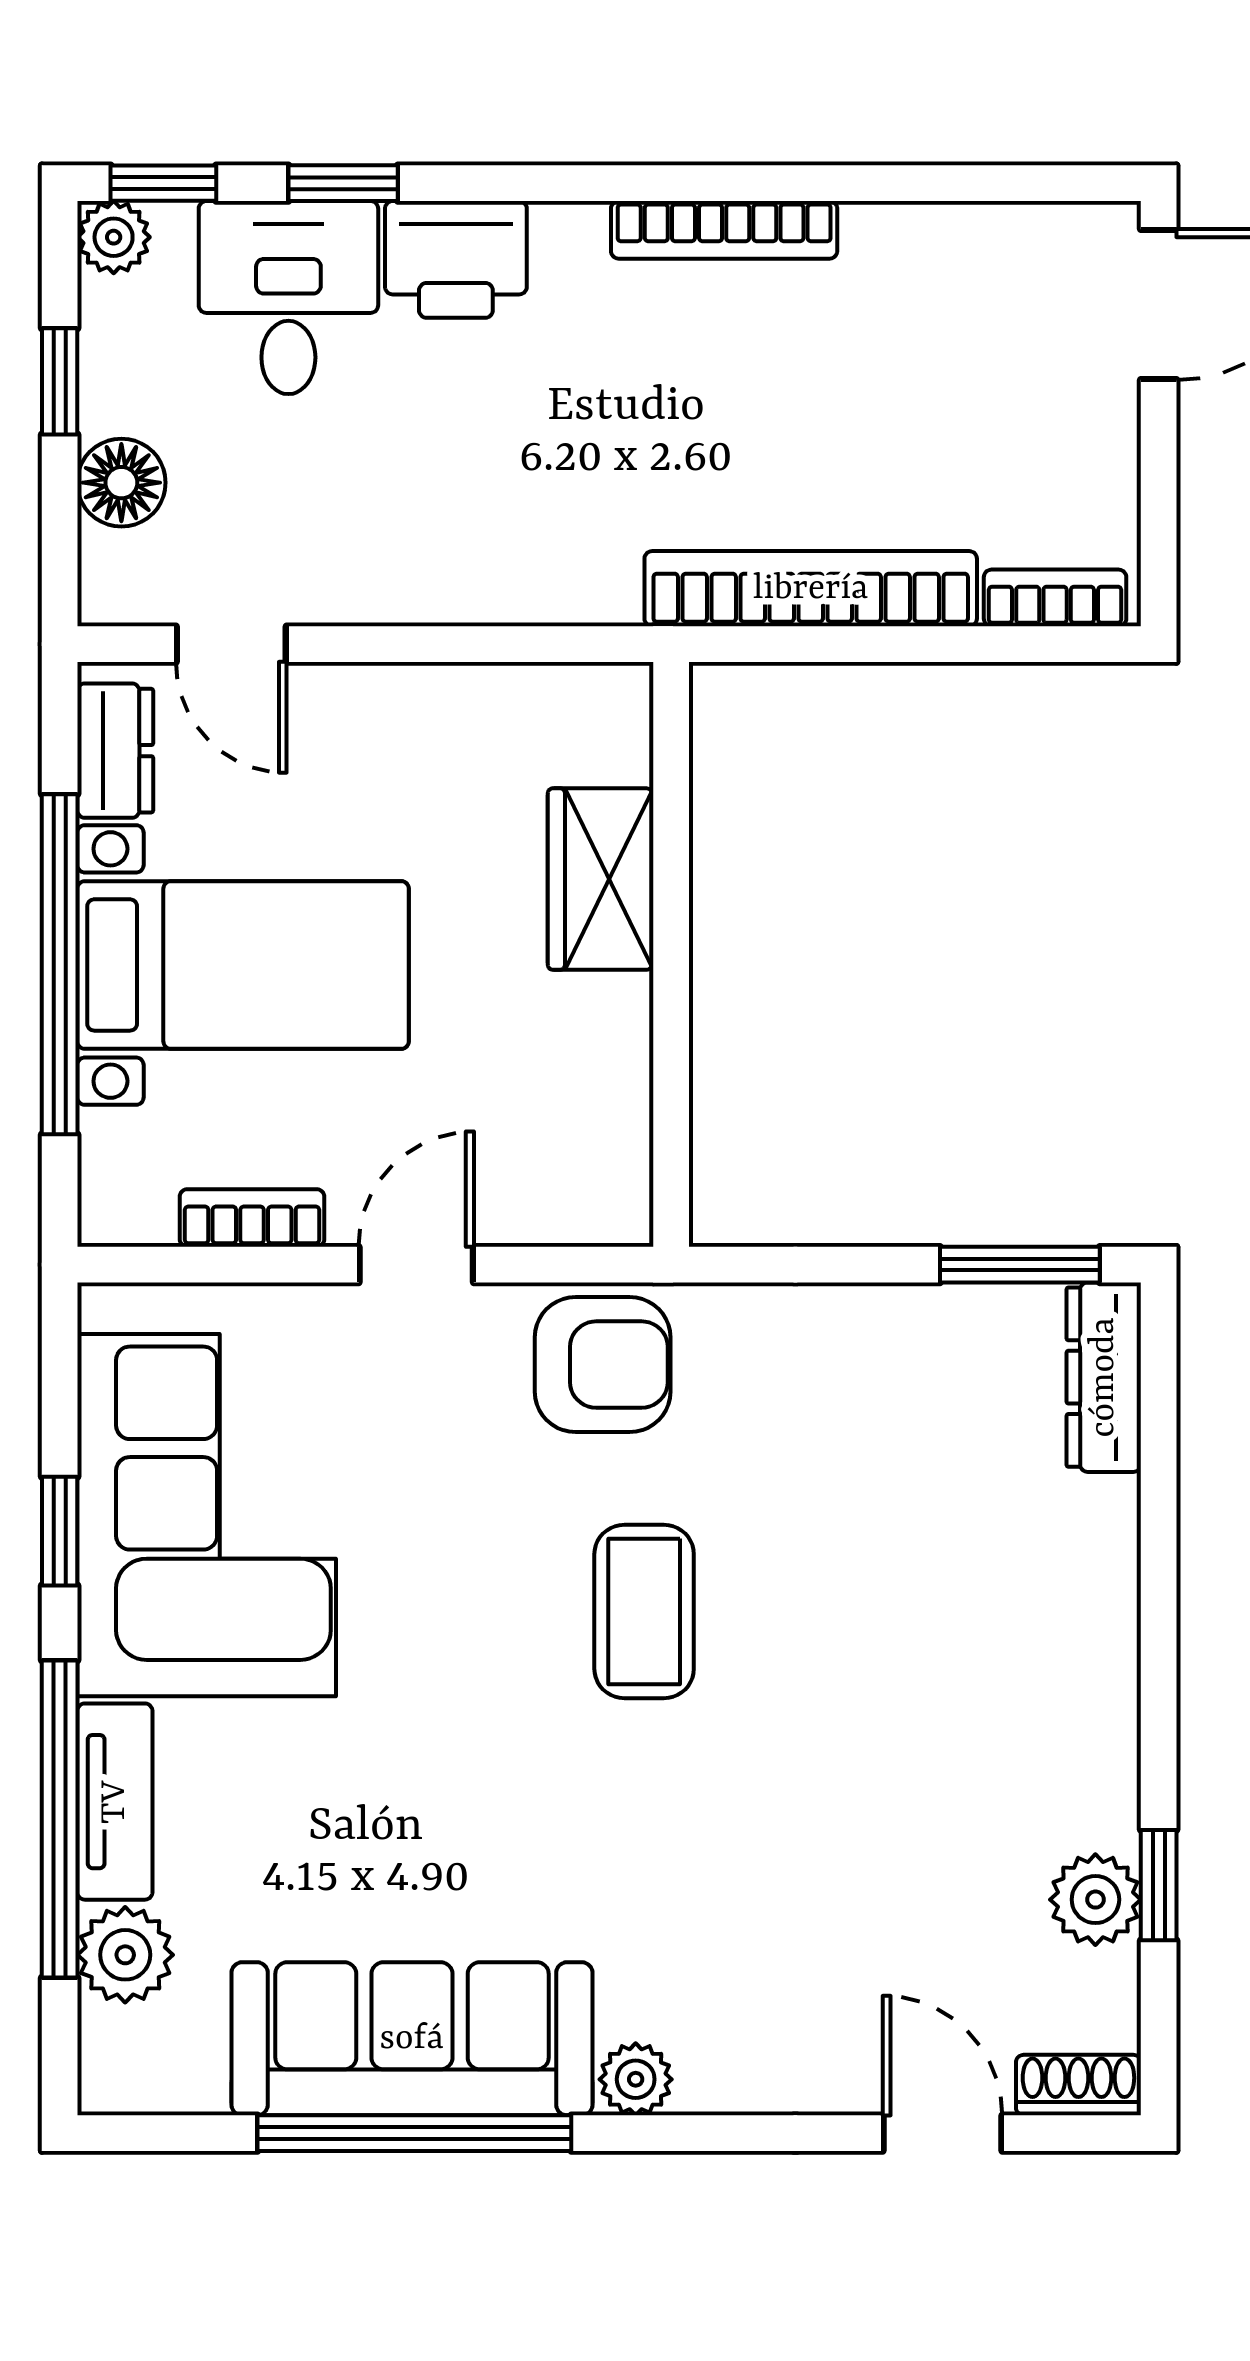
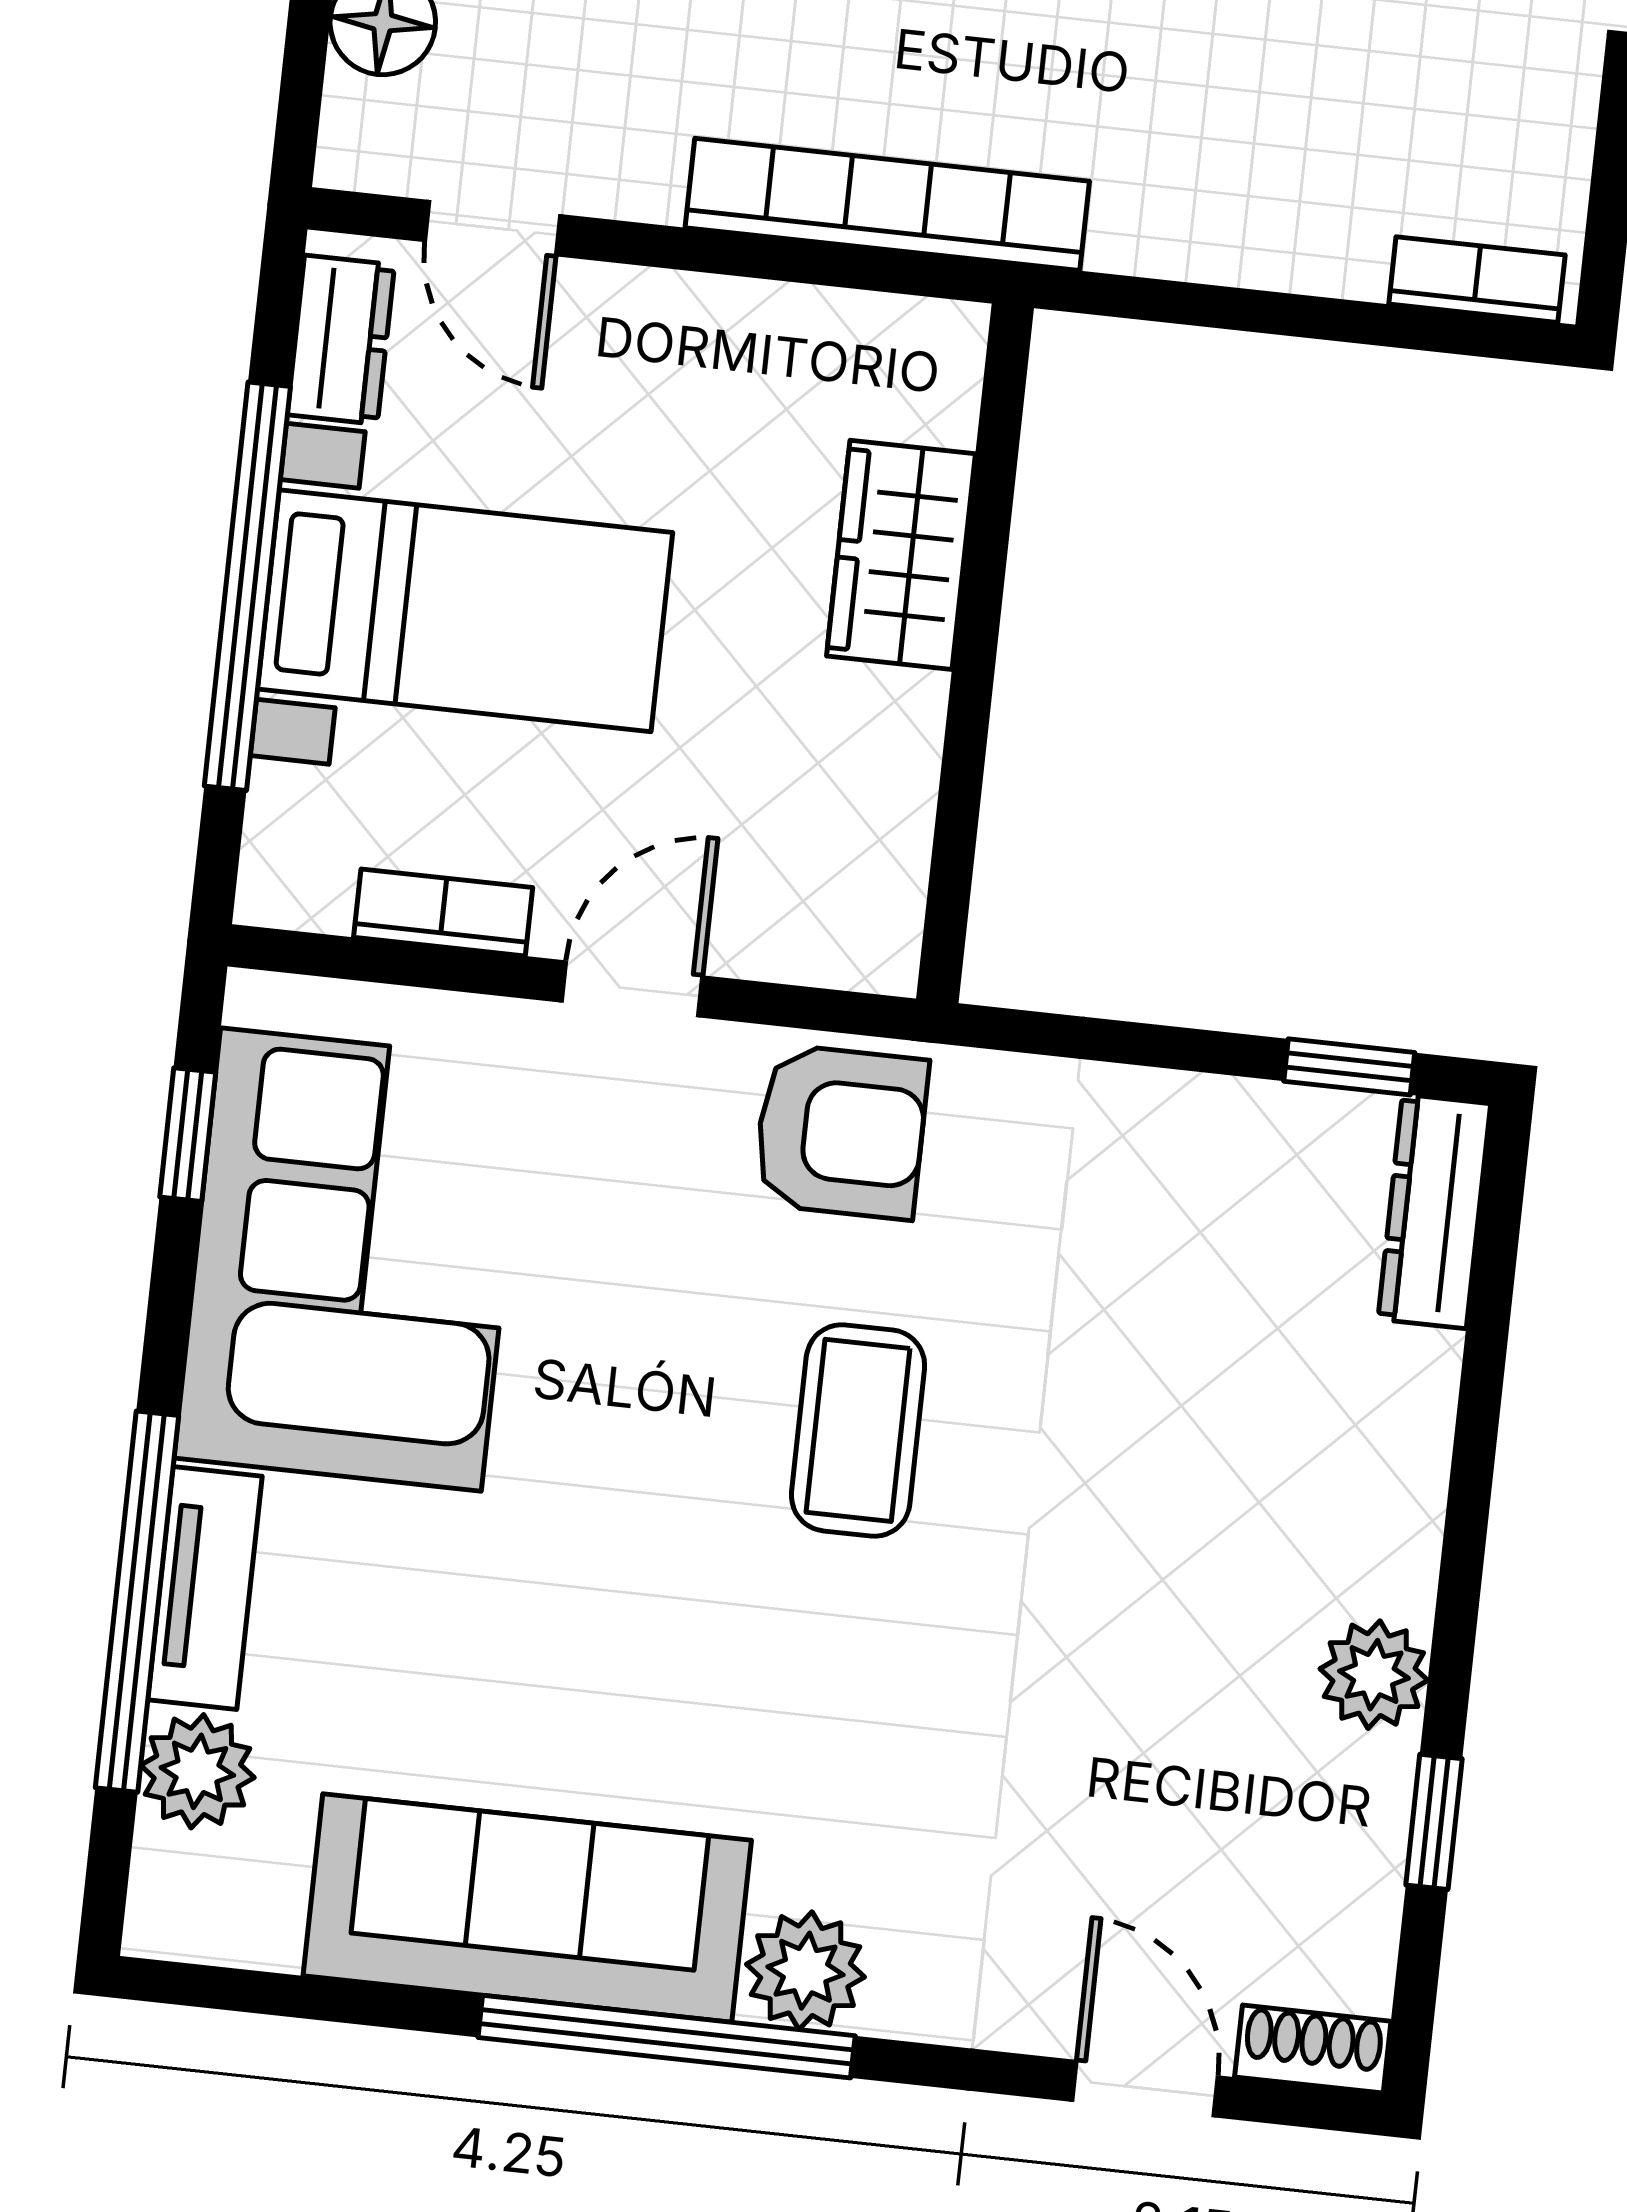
bookcase: (811, 589) -> (887, 204), moved
window: (1020, 1265) -> (1349, 1067), width x0.67
window: (60, 1531) -> (188, 1135), moved
plant: (1095, 1900) -> (1374, 1675), moved
plant: (636, 2079) -> (806, 1971), width x1.38, depth x1.38
window: (414, 2133) -> (667, 2037), moved

